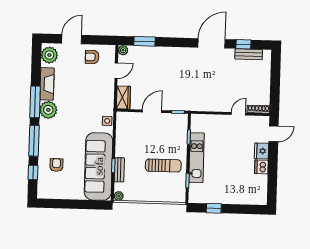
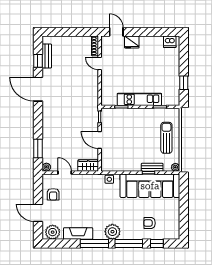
plant: (48, 110) -> (112, 232), moved
sun lounger: (163, 165) -> (166, 138), moved
dishwasher: (261, 167) -> (170, 42), moved

